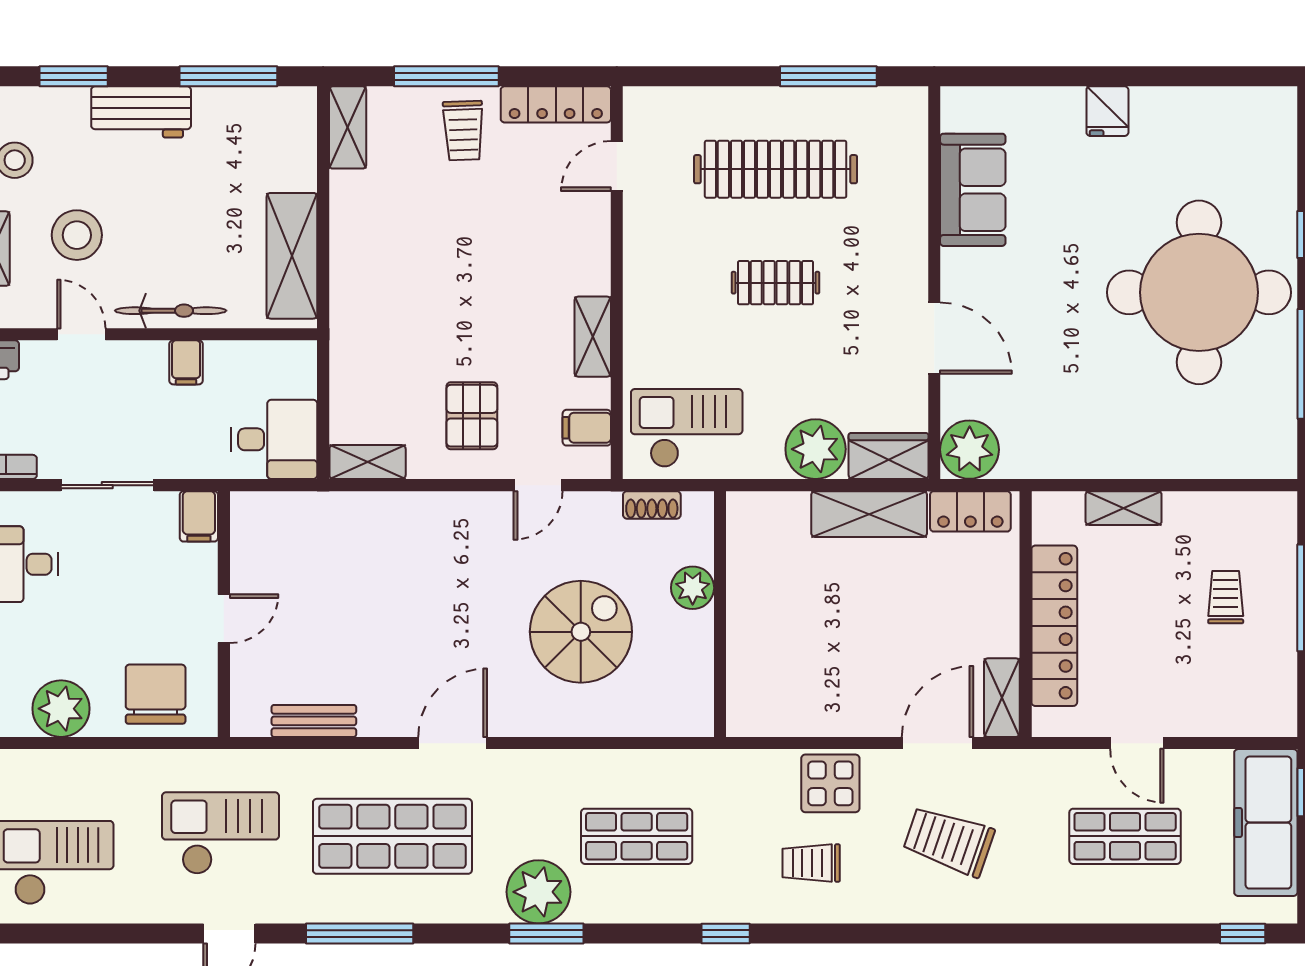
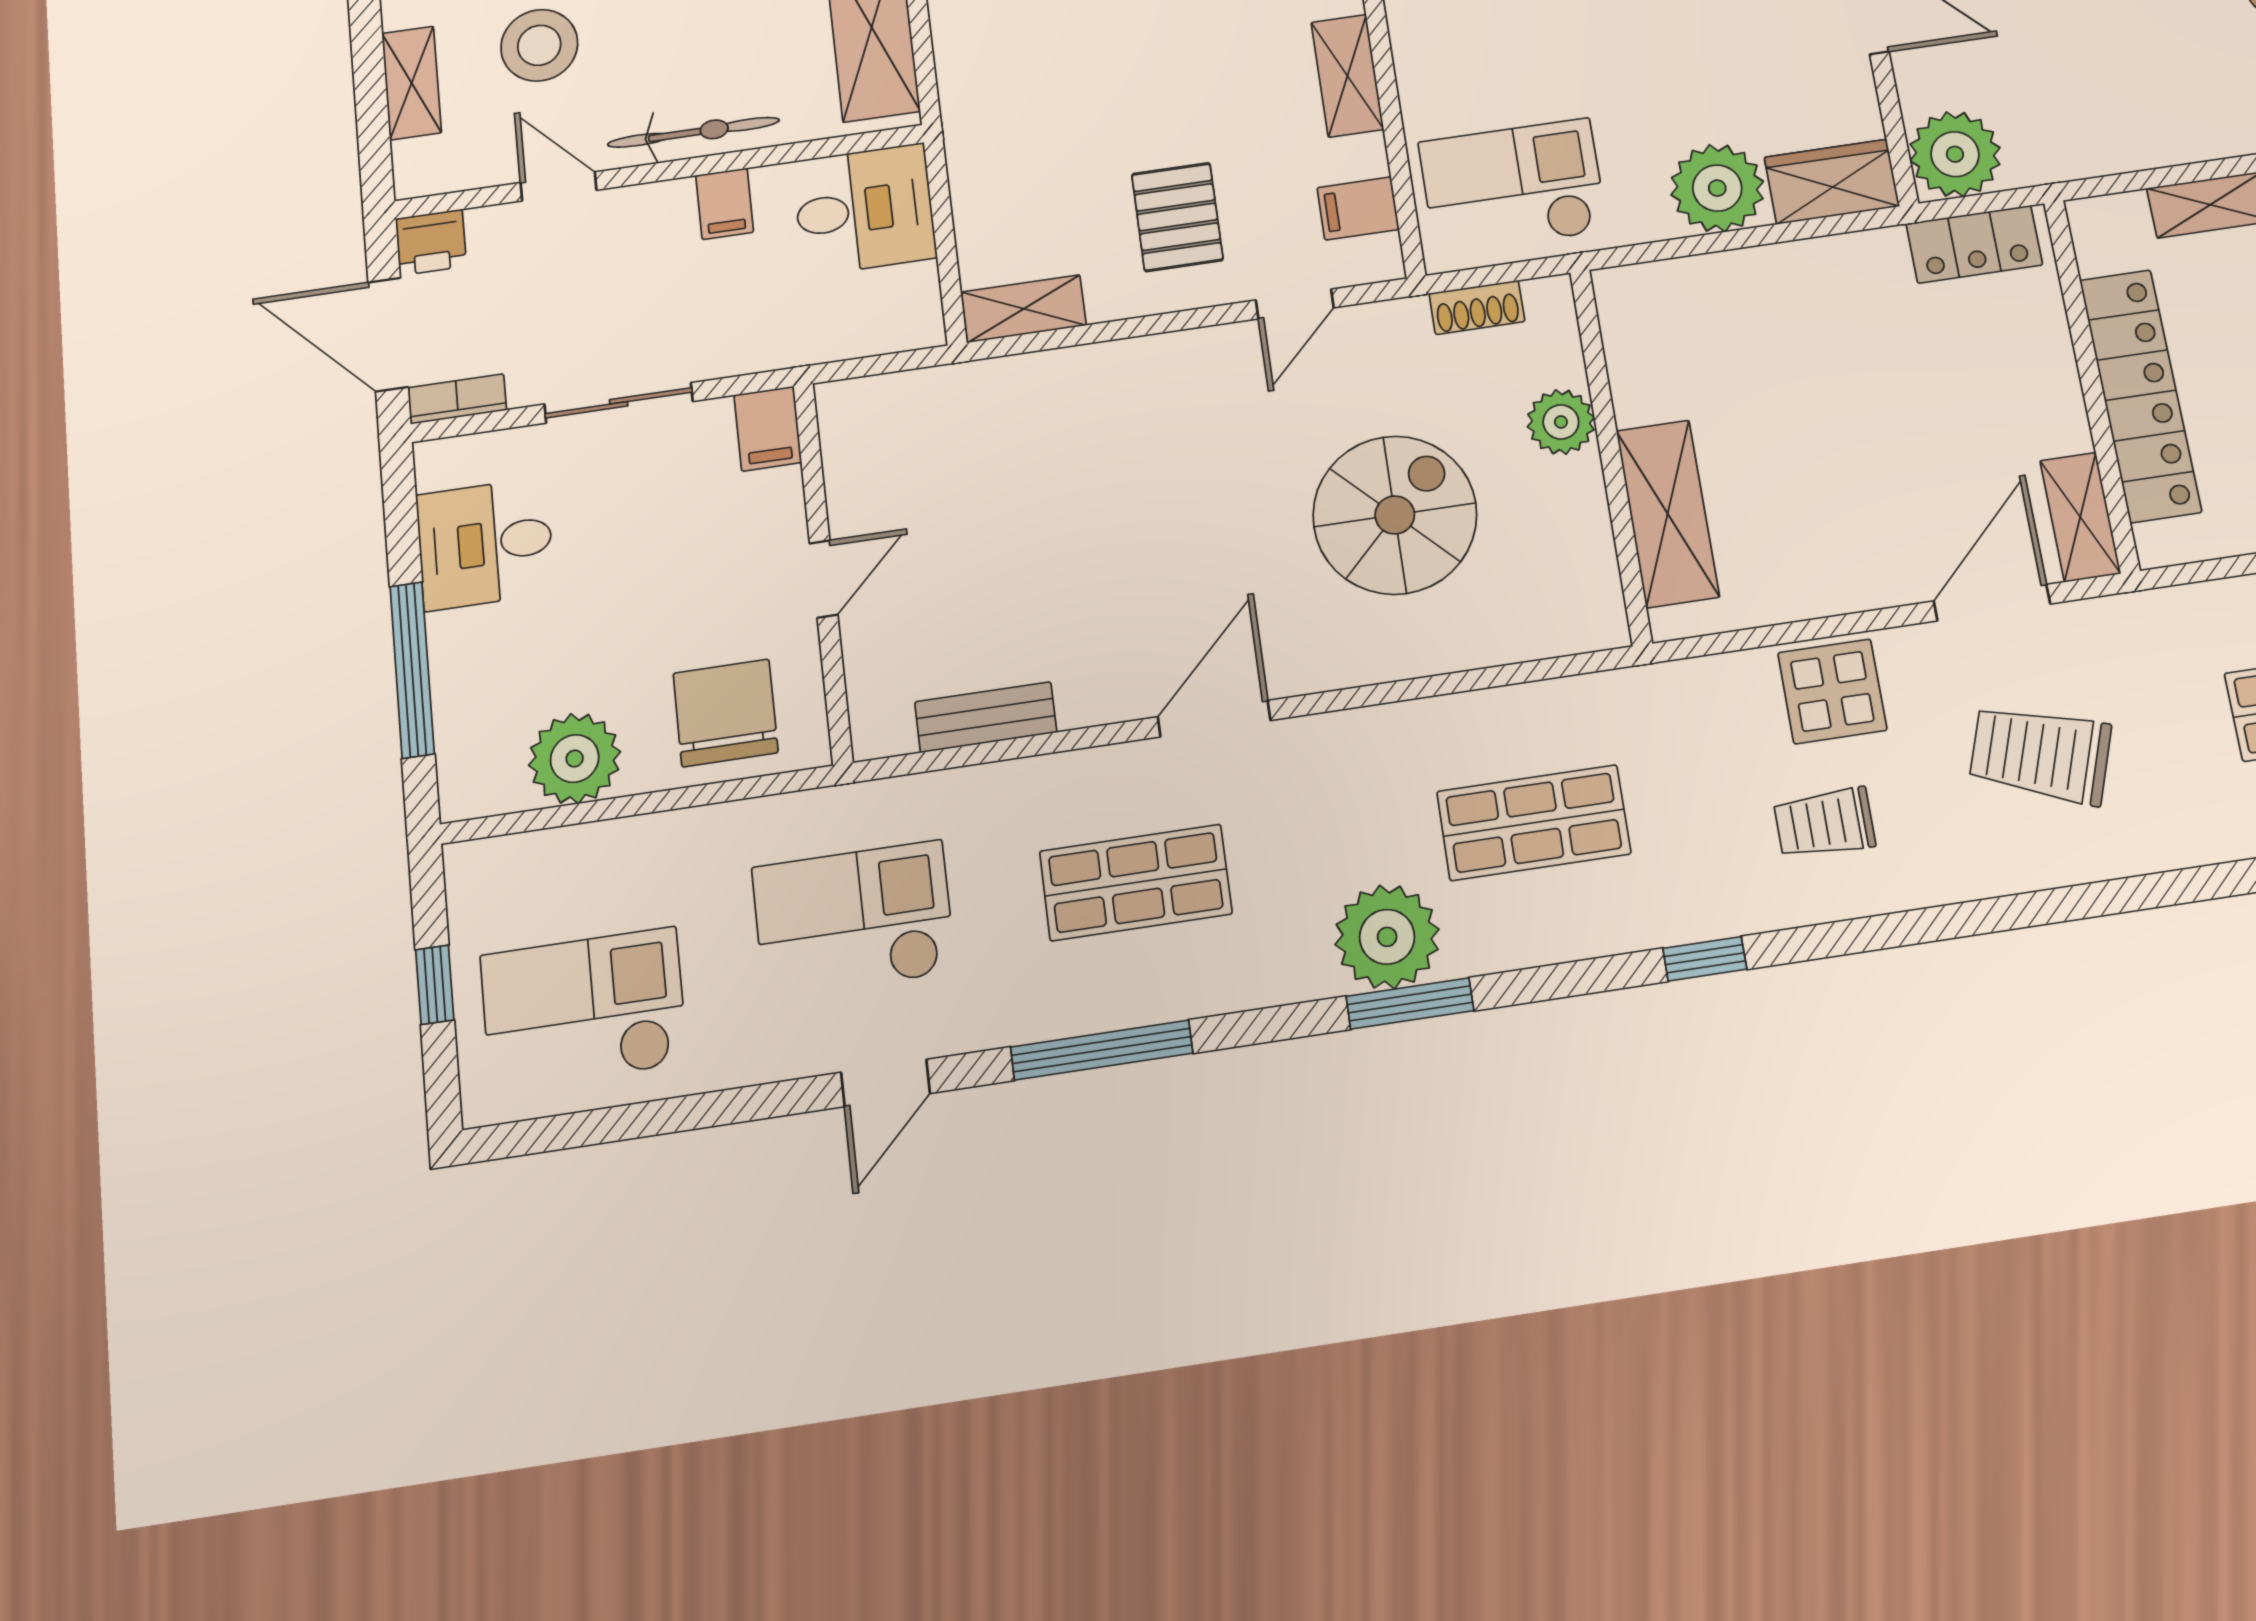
desk: (274, 439) -> (864, 209), moved
shelving: (869, 514) -> (1668, 514), moved, turned 90
shop shelf: (392, 836) -> (1136, 883), width x0.70, depth x0.74

